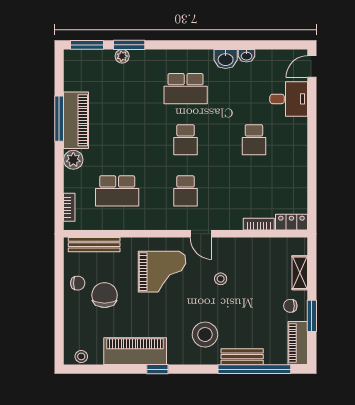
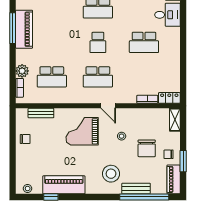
school desk: (254, 140) -> (144, 42), width x1.85
plant: (73, 160) -> (22, 71), moved
school desk: (186, 191) -> (98, 77), width x1.85
bench: (94, 245) -> (41, 113), width x0.73
grand piano: (162, 272) -> (82, 131), turned 180
shelving: (300, 273) -> (175, 120), moved
chair: (105, 295) -> (147, 148), moved, turned 180
window: (157, 369) -> (51, 197), moved

